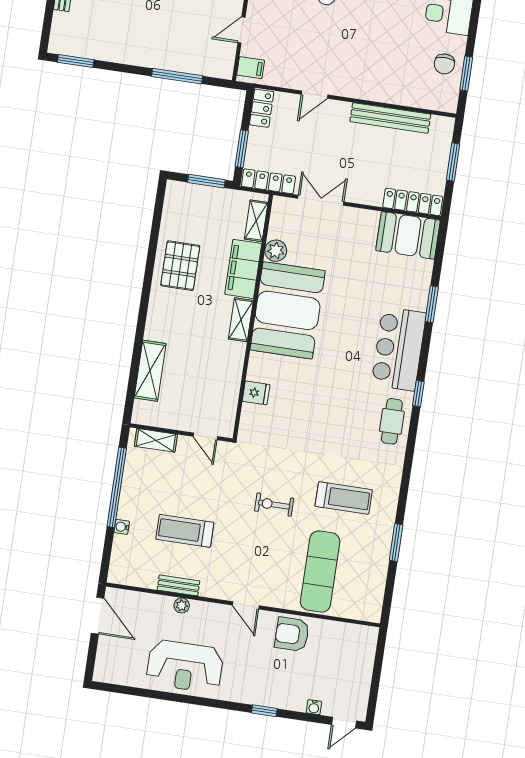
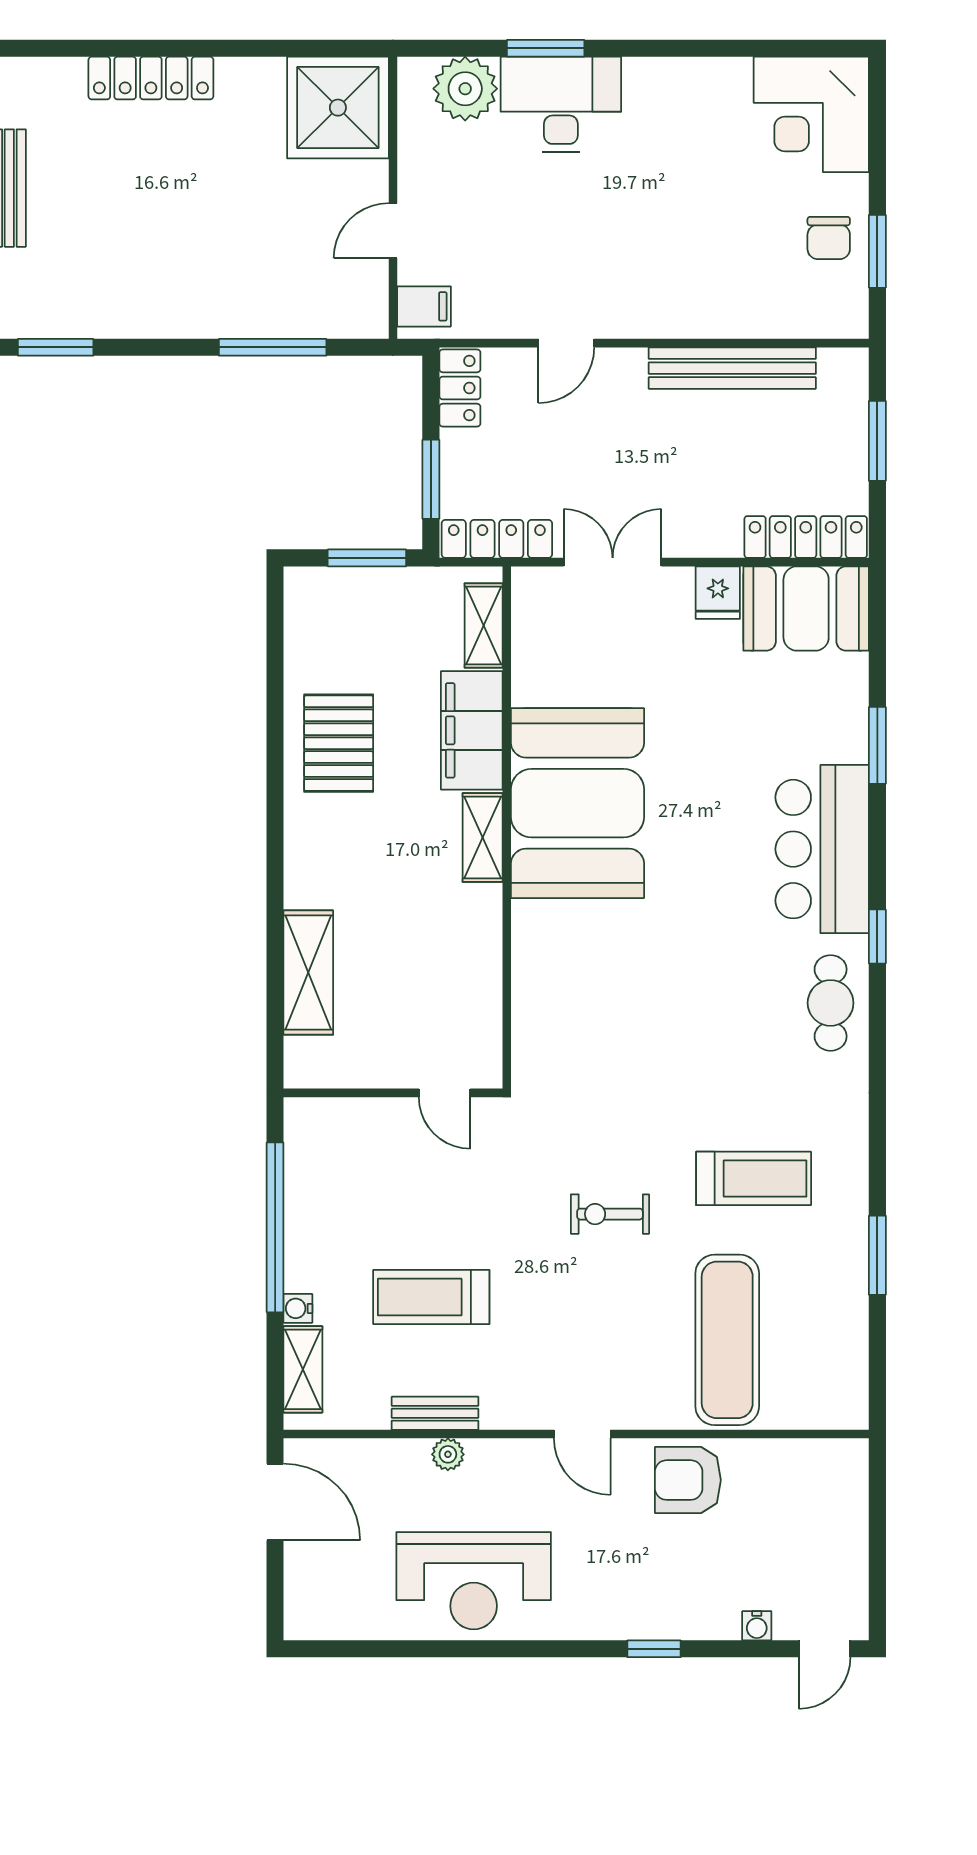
plant: (276, 251) -> (534, 682), removed
fridge: (256, 393) -> (718, 593), moved, turned 90
shelving: (156, 440) -> (303, 1369), moved, turned 90

